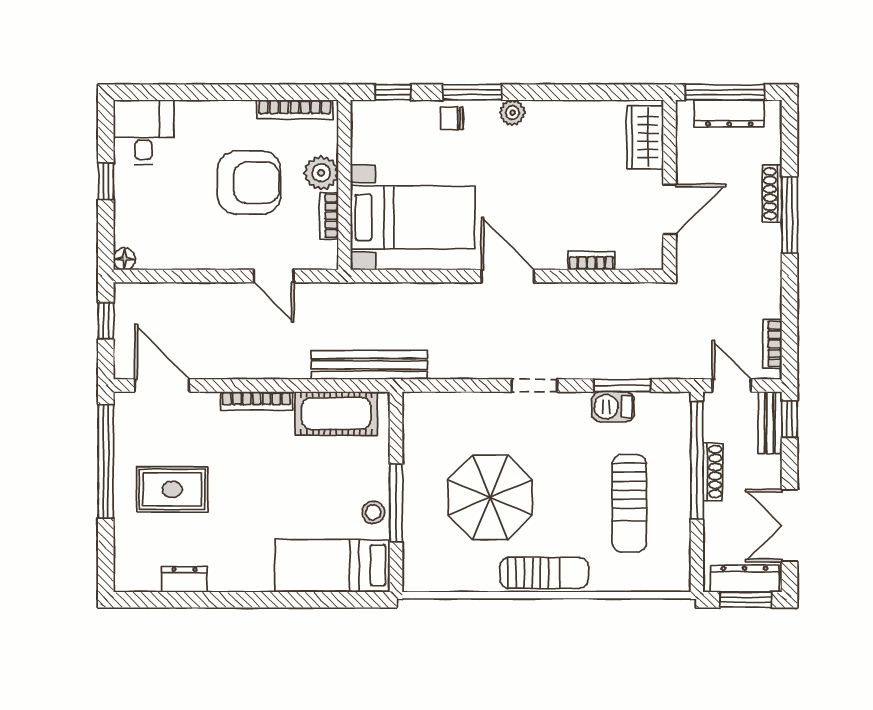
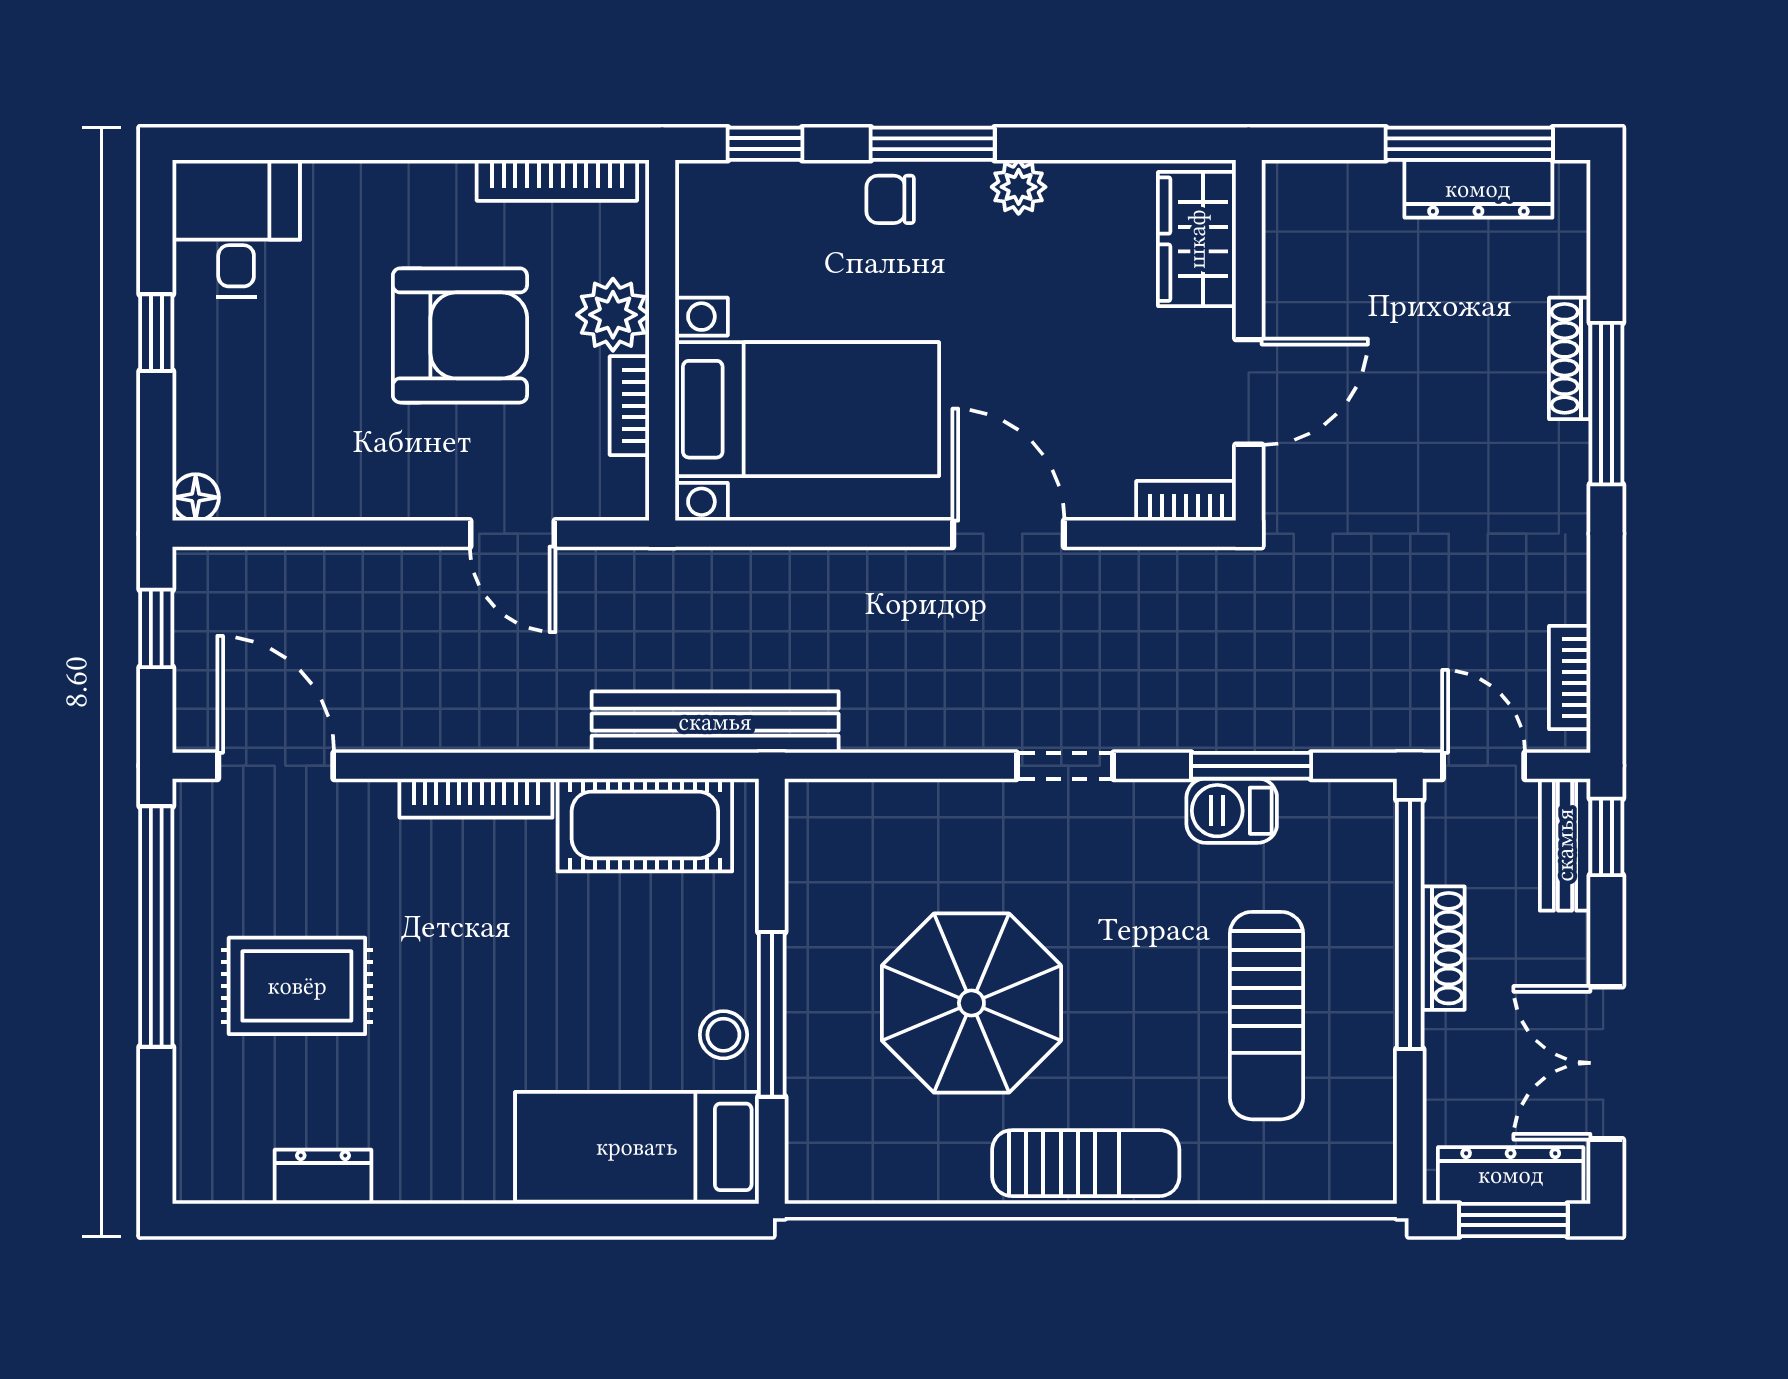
wardrobe: (645, 137) -> (1197, 239), moved
wall: (670, 185) -> (1249, 340), moved
door: (670, 209) -> (1249, 392), moved

